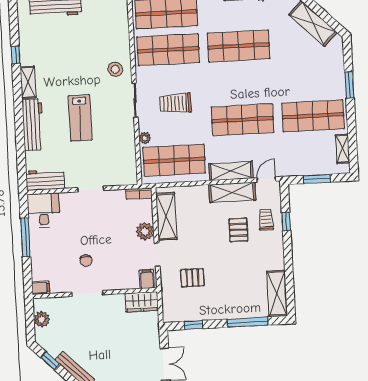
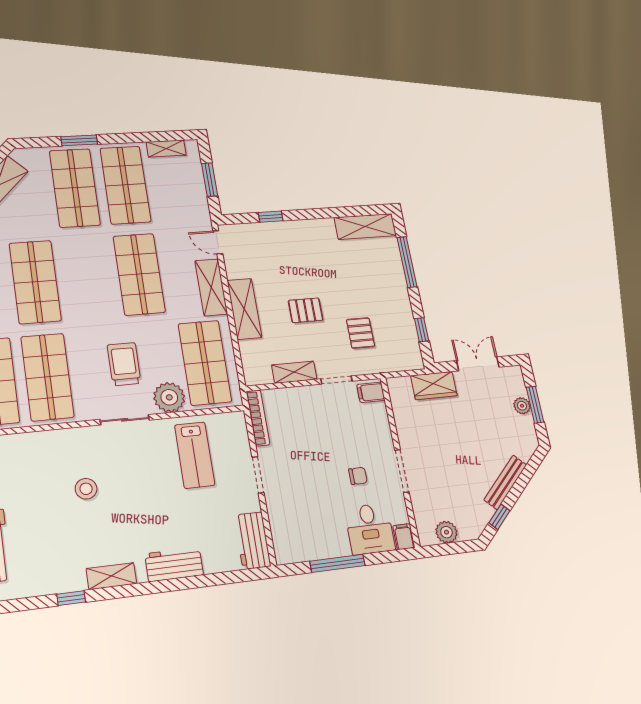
stool: (115, 69) -> (86, 489), moved
shop shelf: (311, 79) -> (75, 188), added
trolley: (175, 103) -> (124, 364), turned 180
lab bench: (80, 118) -> (195, 455), moved, turned 90
workbench: (33, 125) -> (174, 564), width x0.73
plant: (145, 138) -> (169, 397), width x1.88, depth x1.88
shelving: (232, 192) -> (244, 309), moved
bookcase: (139, 193) -> (258, 418), width x1.56
desk: (44, 210) -> (370, 529), moved, turned -90
shelving: (166, 216) -> (294, 372), width x0.67, depth x0.75
trolley: (266, 219) -> (271, 242), removed
pallet: (238, 230) -> (306, 310), moved
plant: (145, 231) -> (307, 398), removed
wardrobe: (142, 302) -> (434, 386), moved, turned 90

